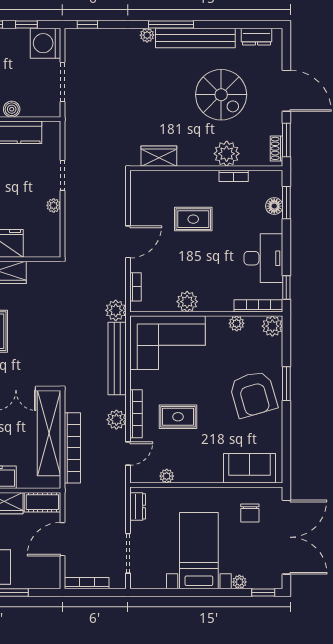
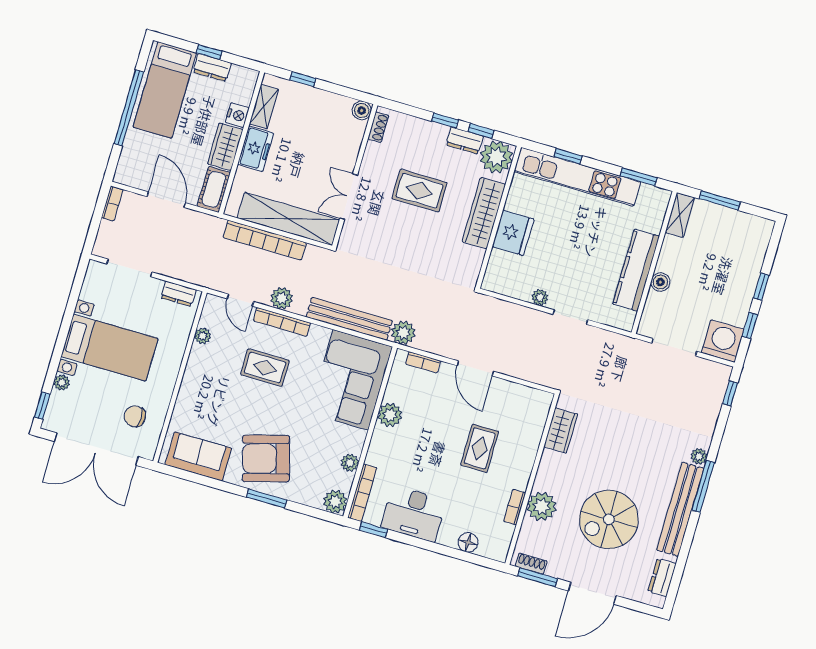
window: (286, 203) -> (468, 557), removed
rug: (178, 417) -> (265, 368), turned 90
sofa: (250, 468) -> (198, 456), moved, turned -90
bookcase: (87, 583) -> (112, 204), width x0.64

